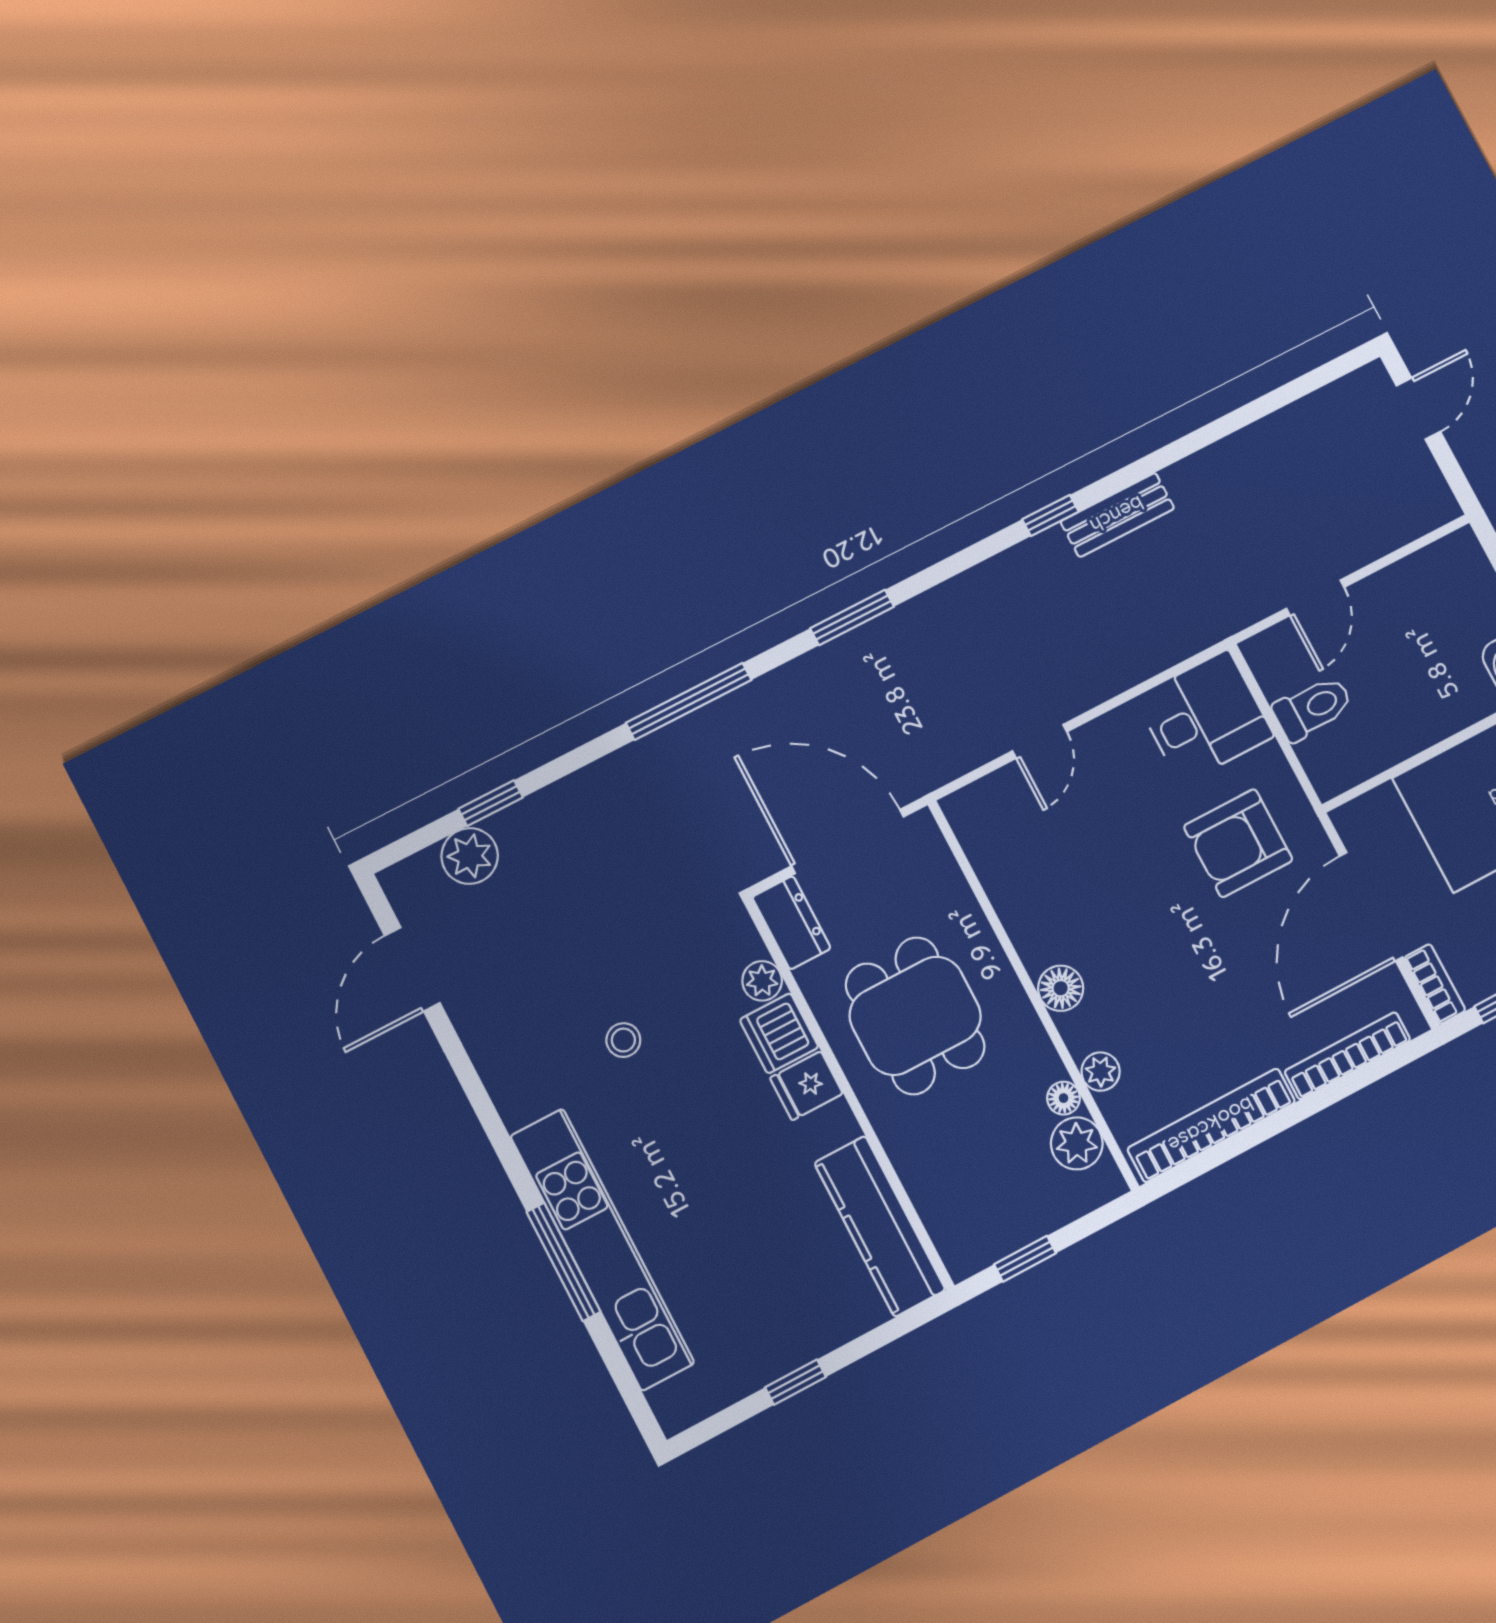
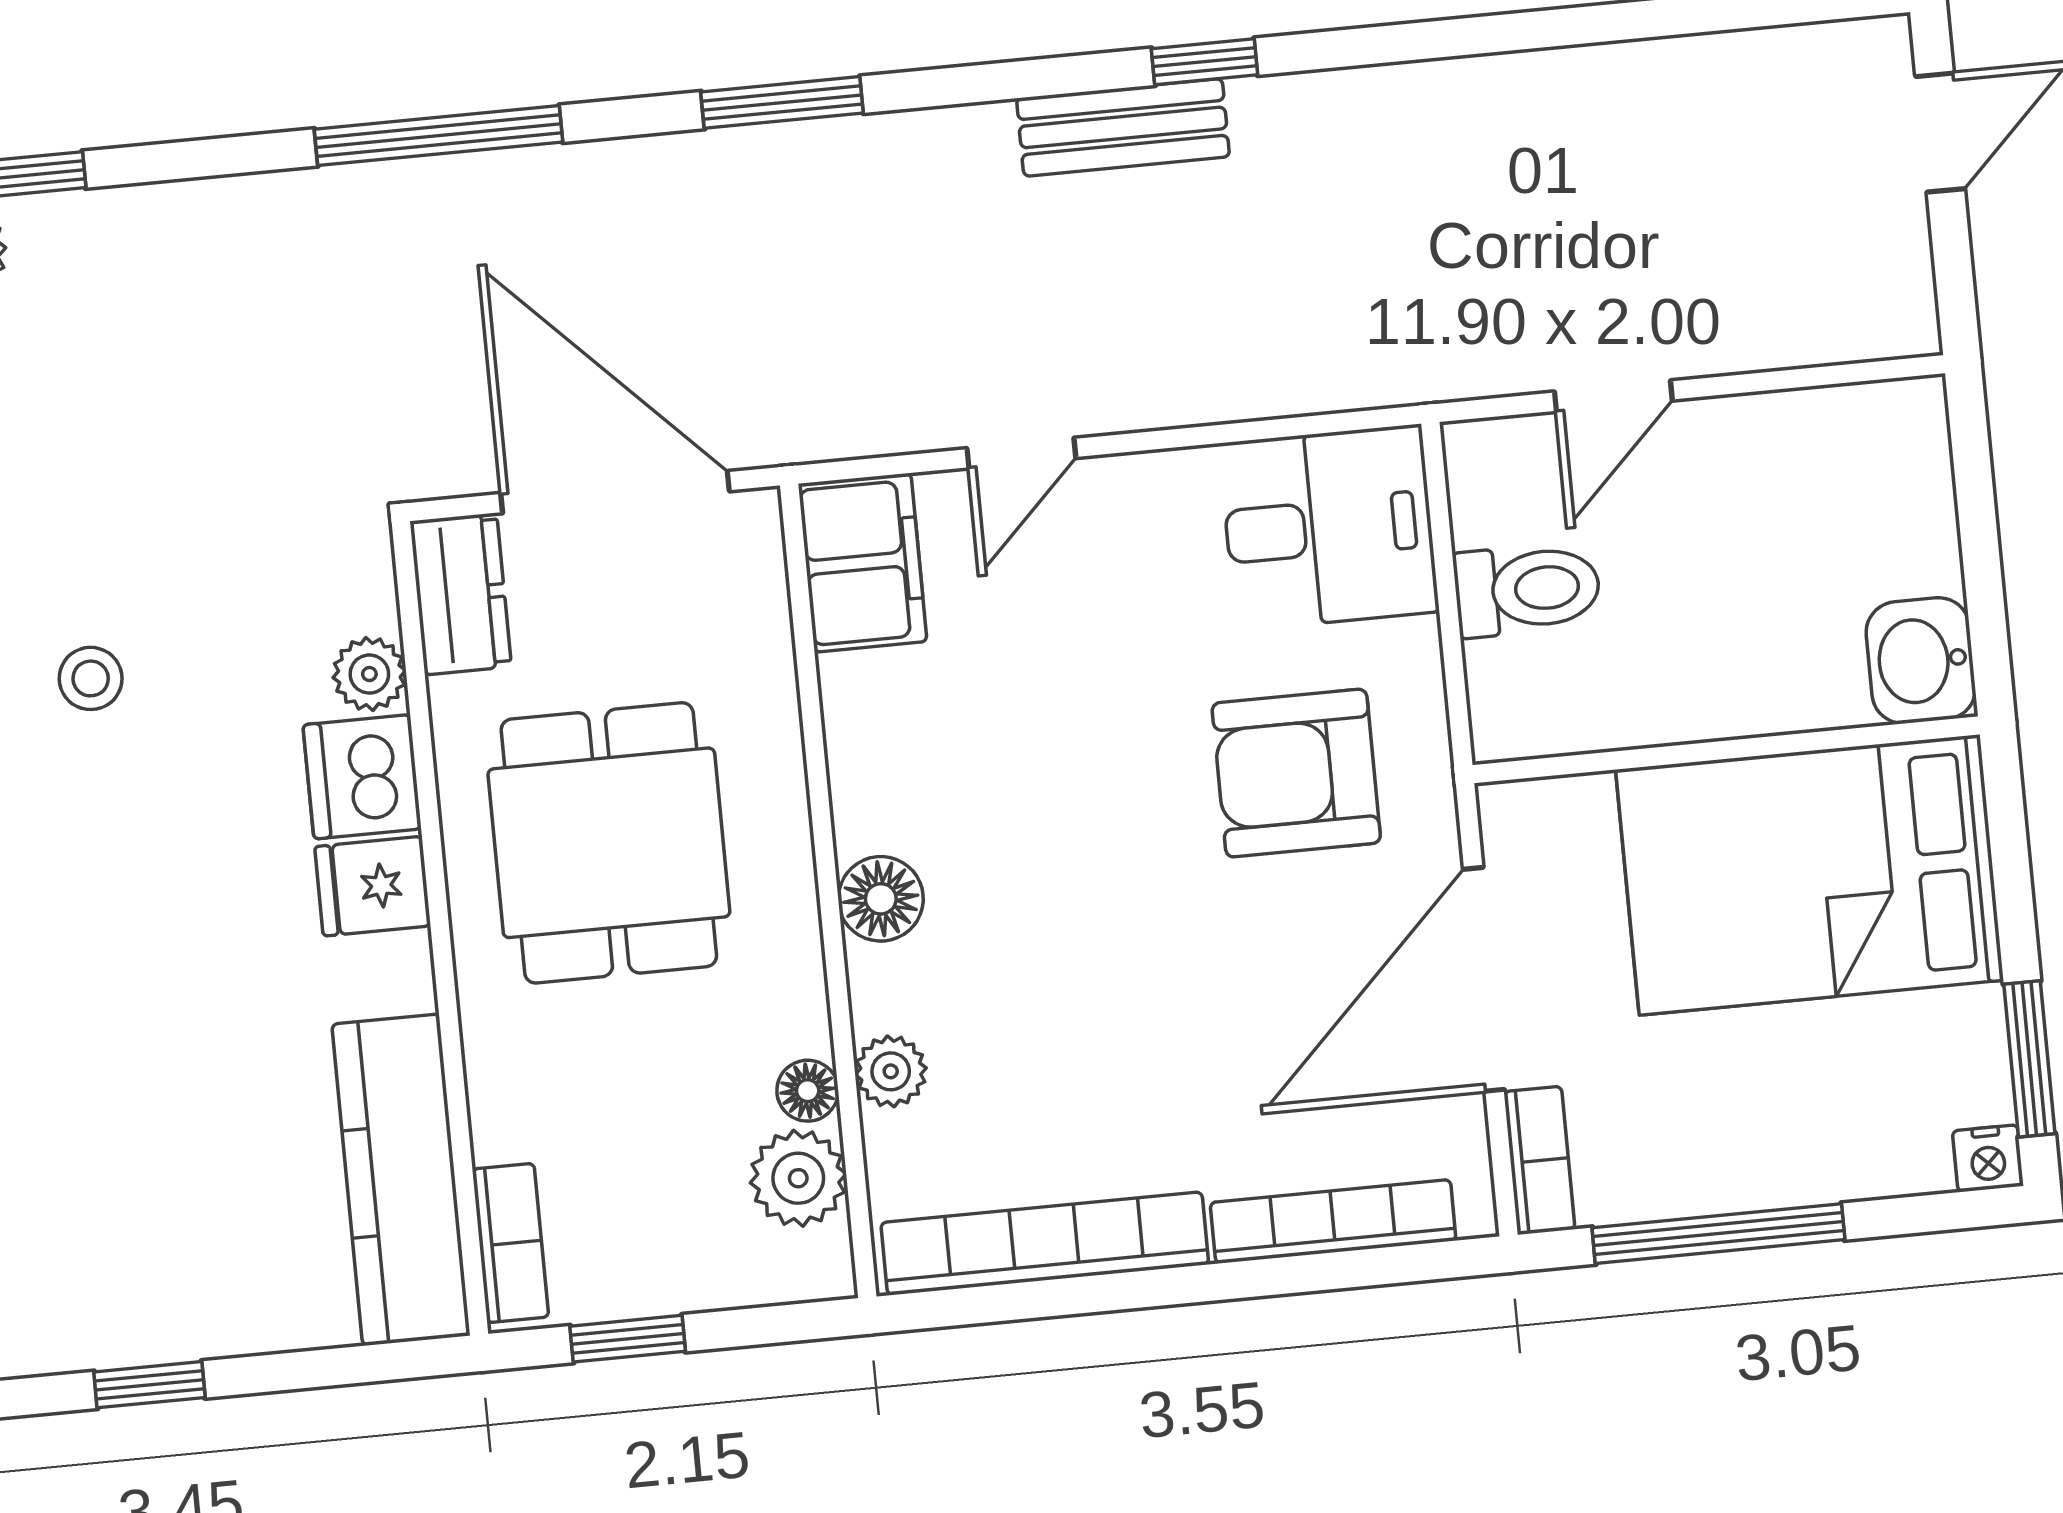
bench: (1117, 515) -> (1123, 127), moved
filing cabinet: (984, 827) -> (863, 563), added
bookcase: (947, 1235) -> (510, 1243), added

